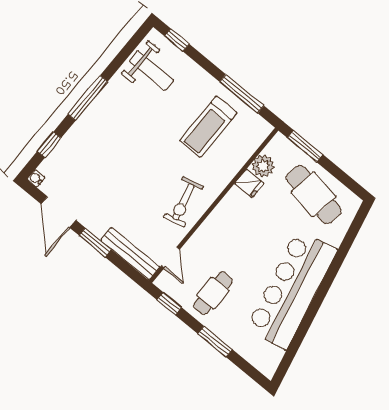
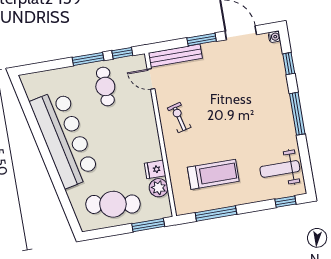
treadmill: (208, 127) -> (213, 174), turned 90
exercise bike: (184, 202) -> (179, 118), width x0.73, depth x0.72
window: (215, 342) -> (88, 59), moved

